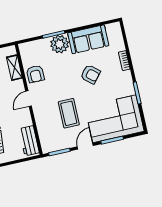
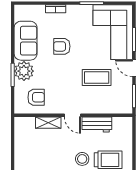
shelving: (14, 68) -> (48, 123), moved
armchair: (35, 74) -> (36, 97), moved
armchair: (90, 74) -> (62, 46), turned -130
workbench: (29, 141) -> (97, 124), moved

